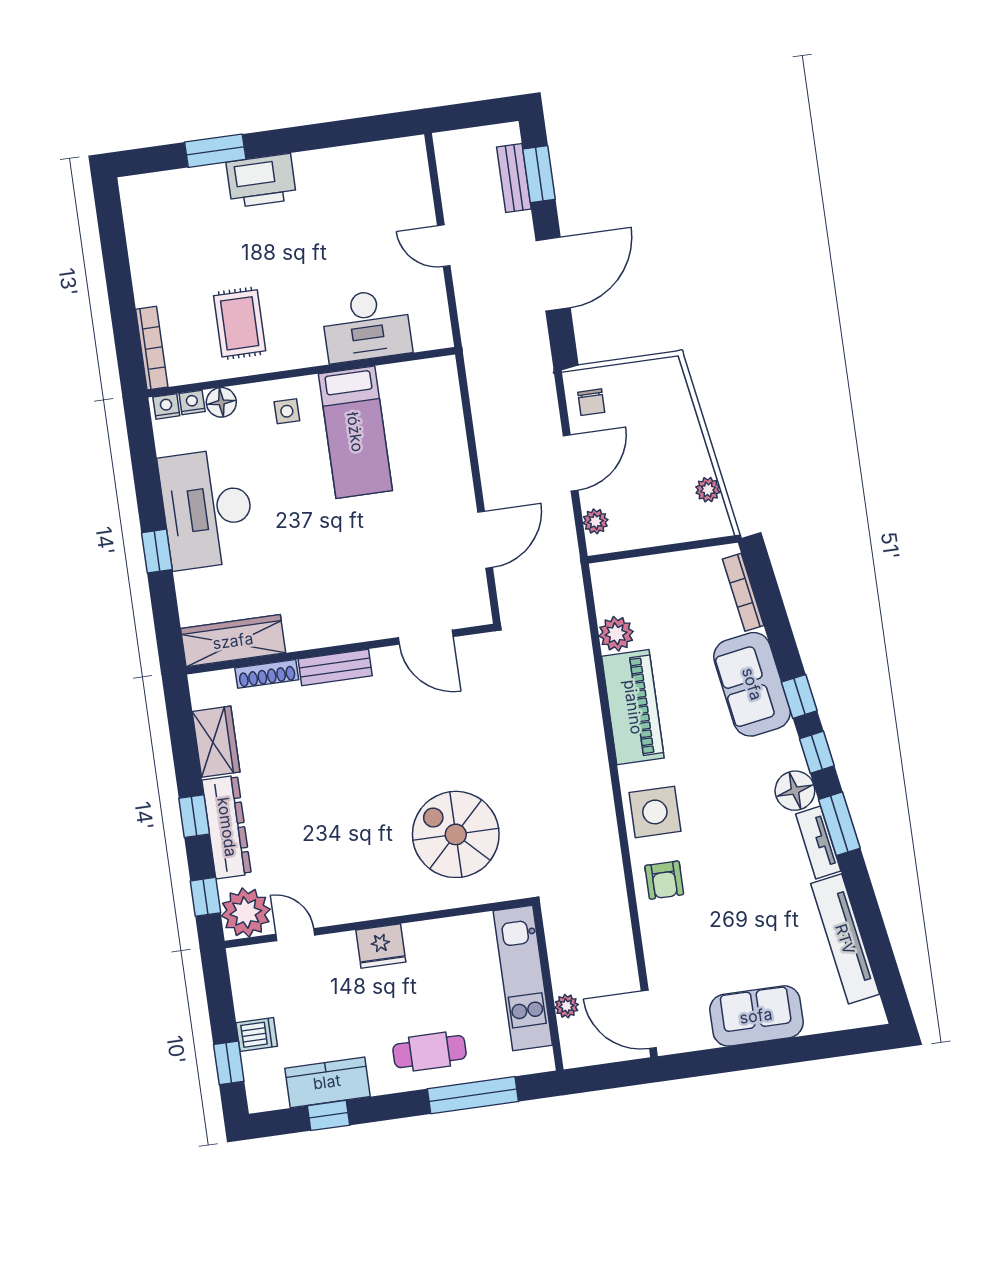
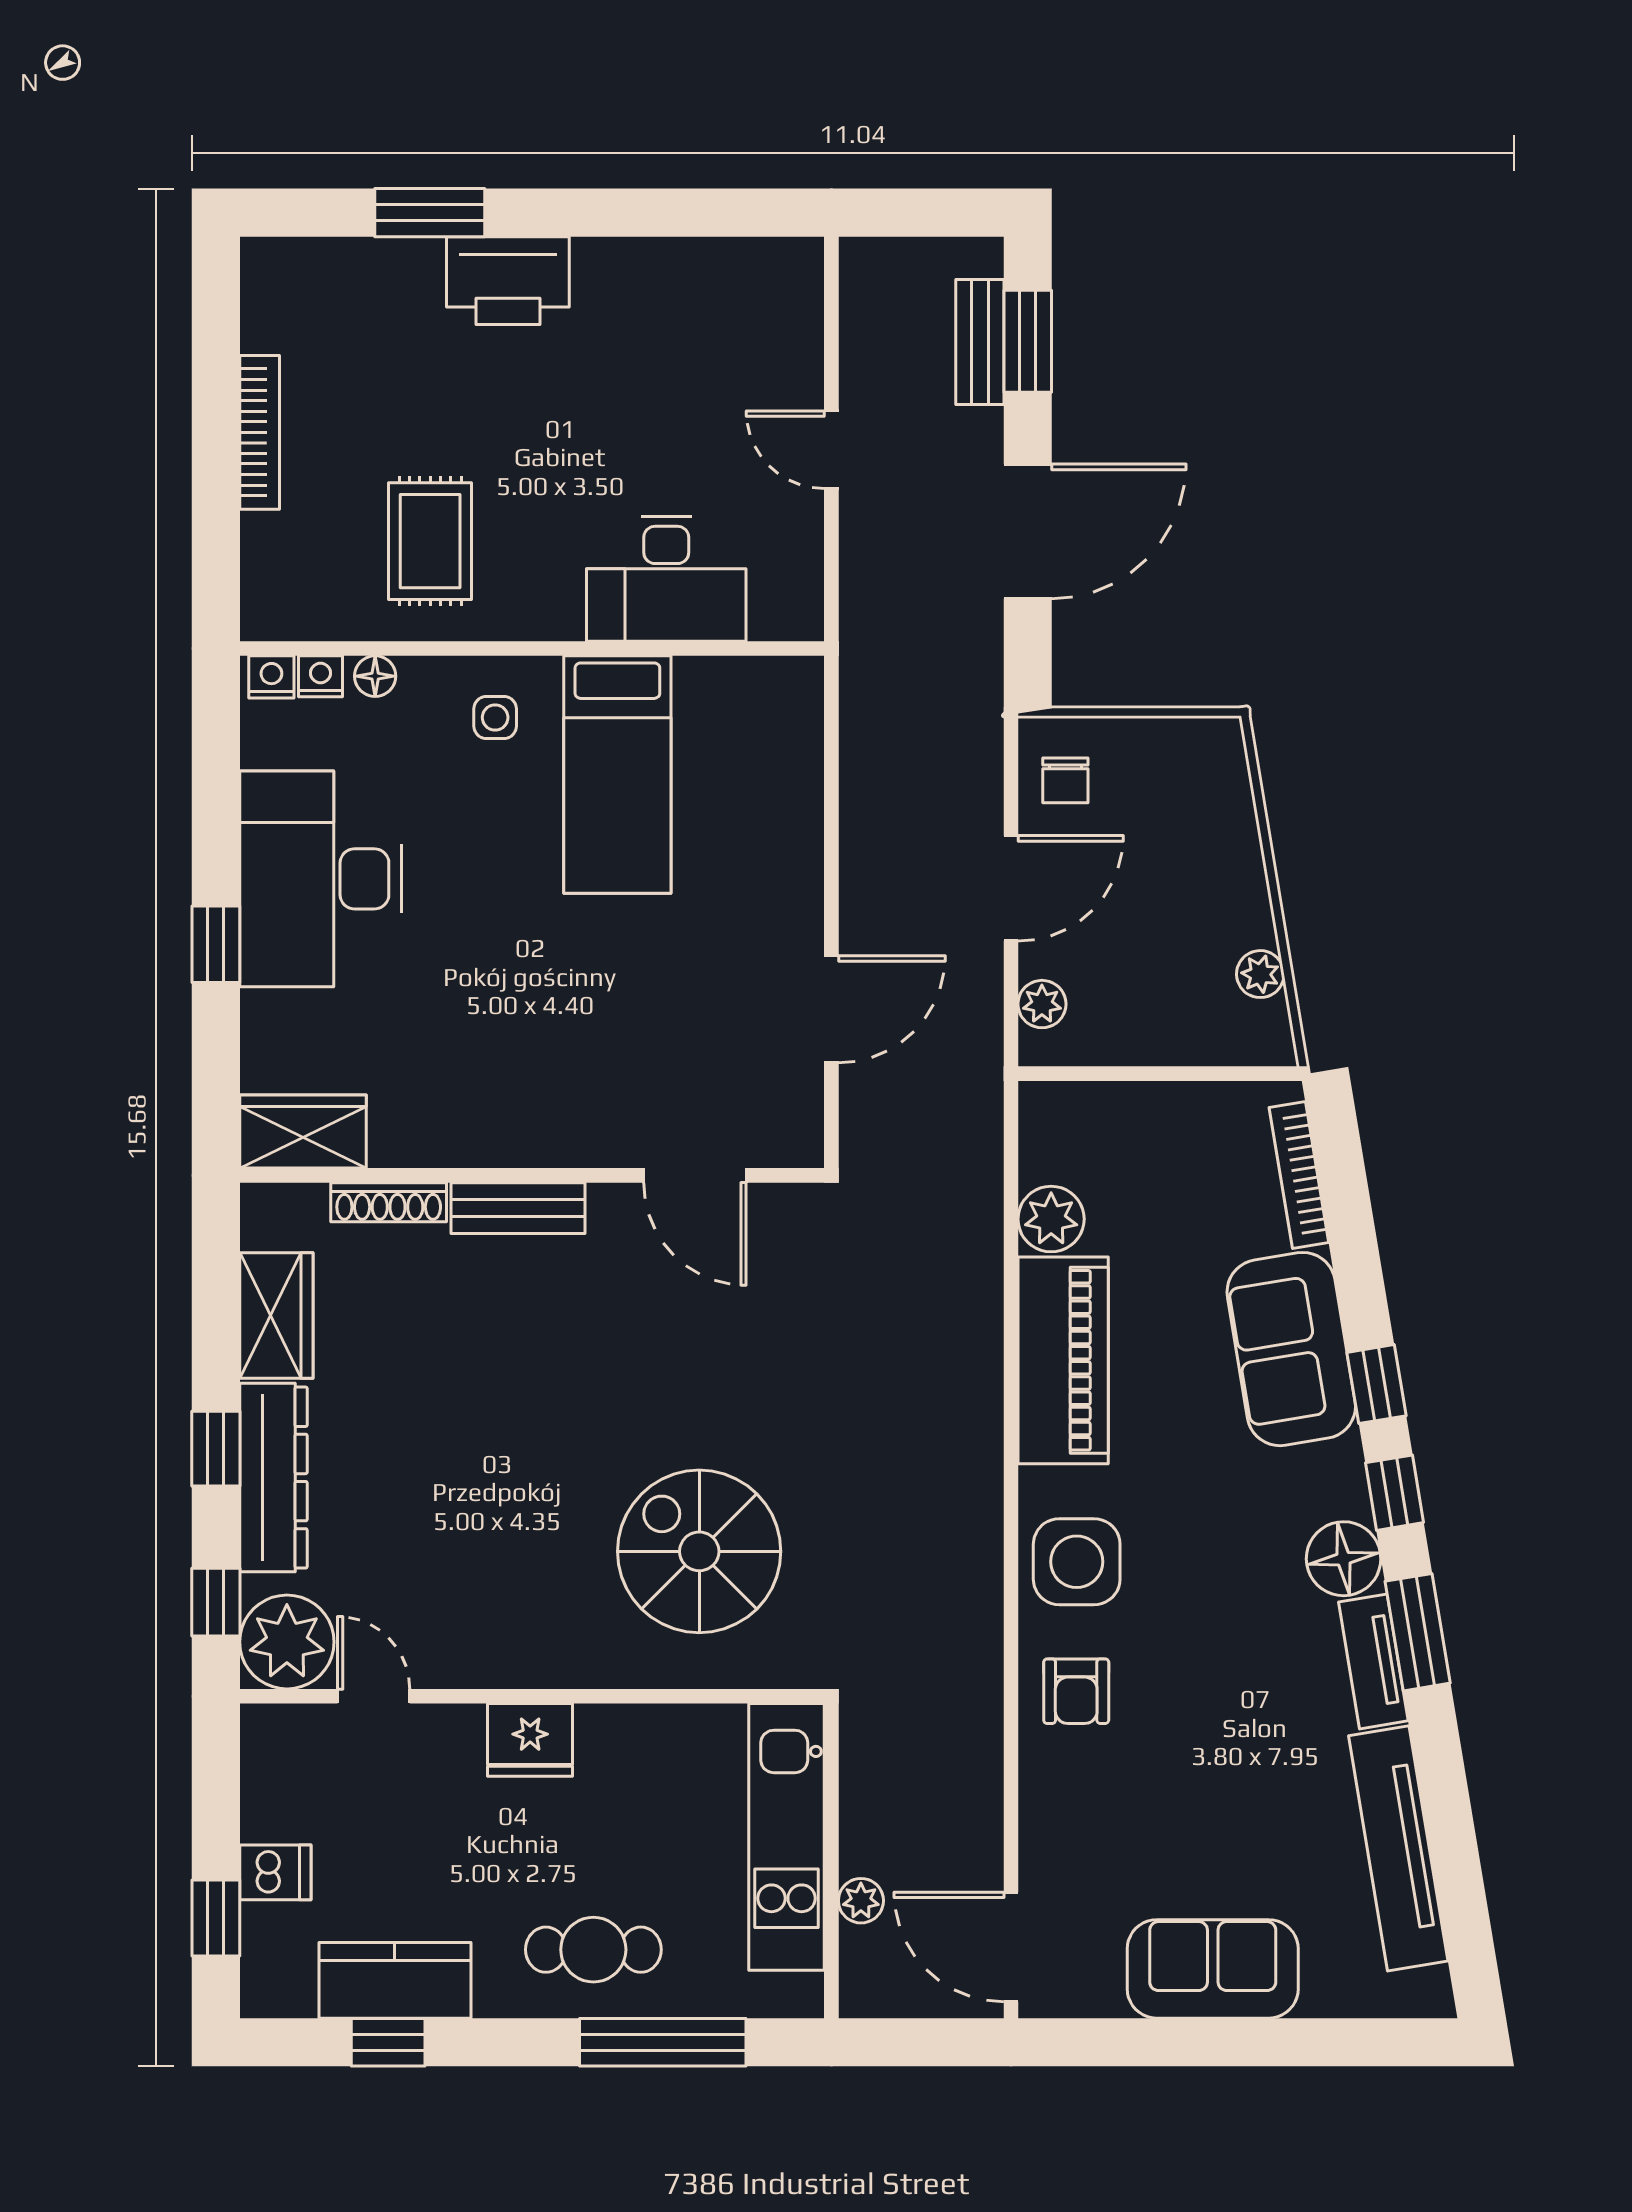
bookcase: (152, 348) -> (260, 432), moved
floor lamp: (221, 402) -> (375, 676), width x0.73, depth x0.73
wardrobe: (233, 641) -> (303, 1132), width x0.67

